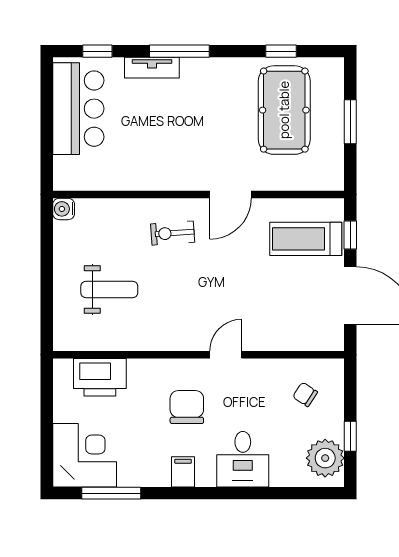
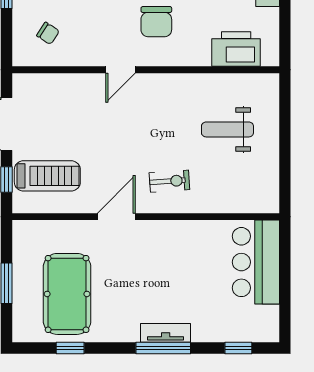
tv unit: (152, 68) -> (166, 333), moved
bar counter: (78, 109) -> (256, 262), moved
water cooler: (64, 209) -> (269, 203), removed

